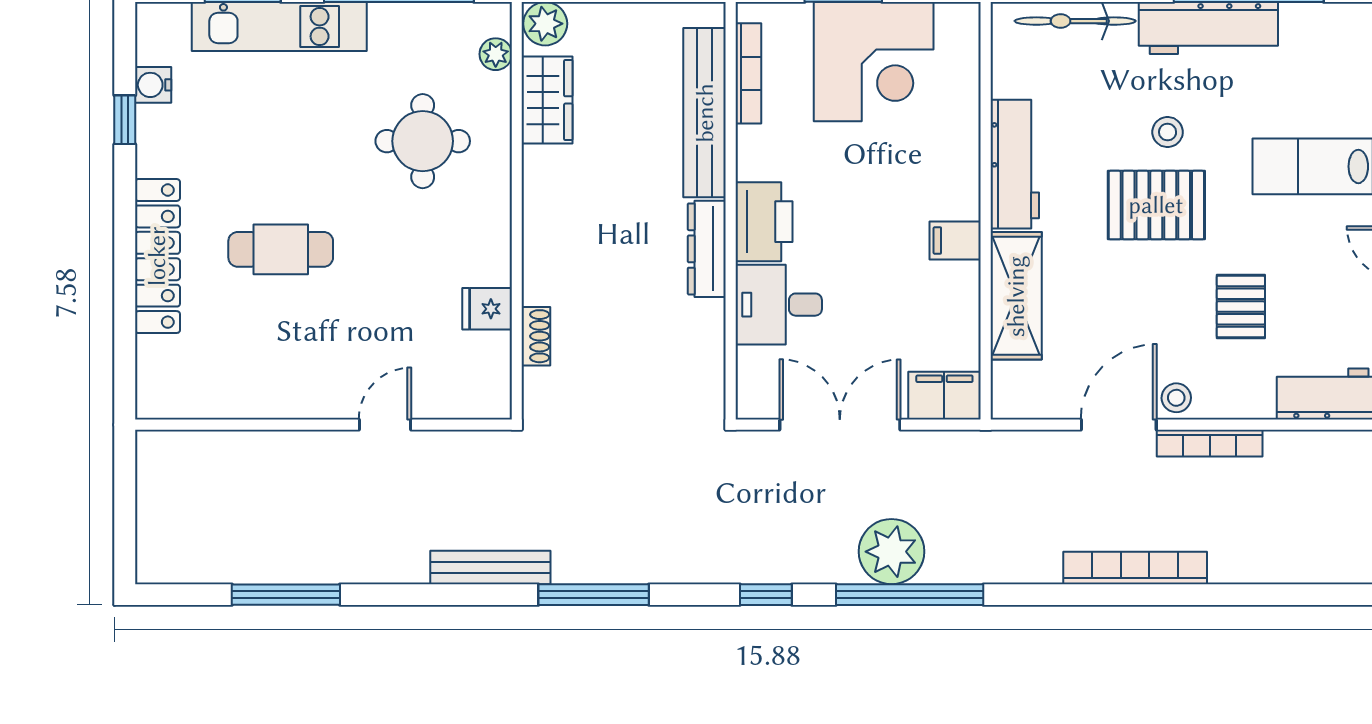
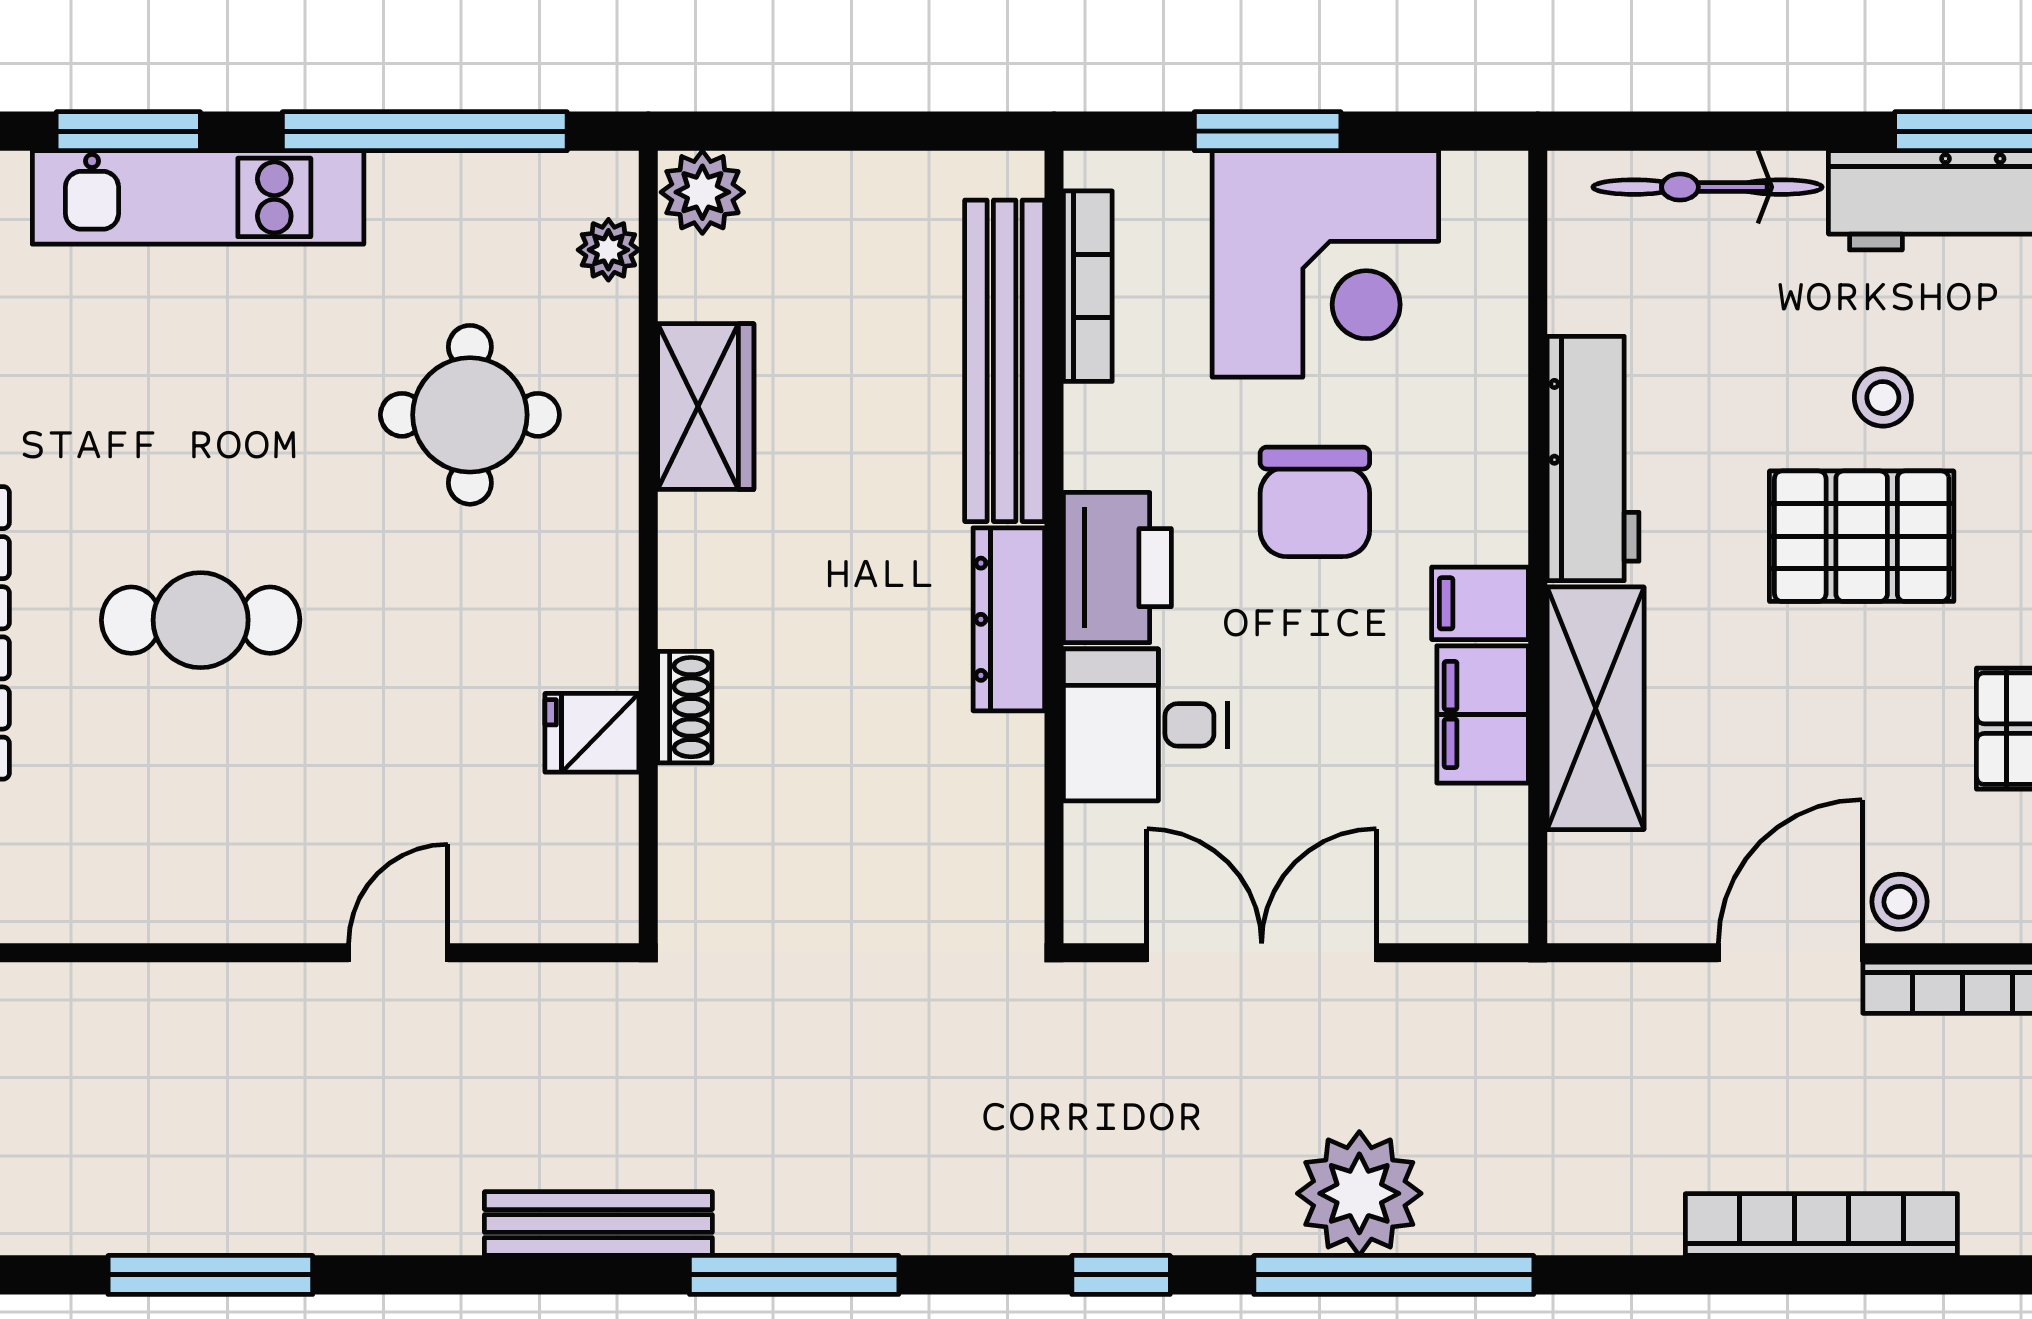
wardrobe: (547, 100) -> (706, 407), moved
chair: (868, 187) -> (1315, 502), added
shoe rack: (536, 336) -> (685, 707), moved
filing cabinet: (944, 396) -> (1483, 714), moved, turned -90

